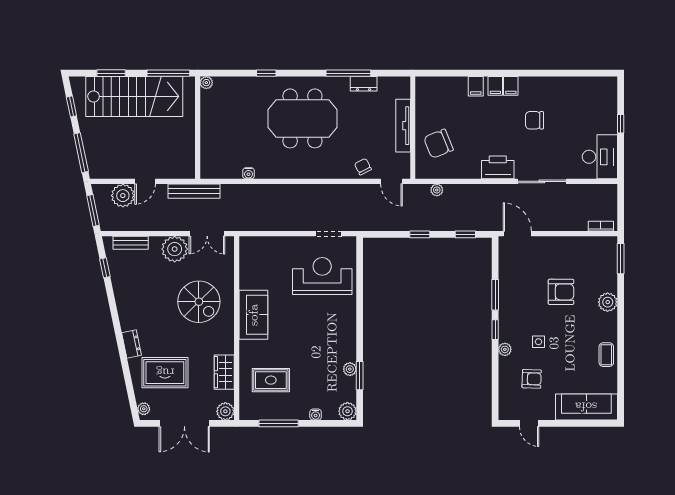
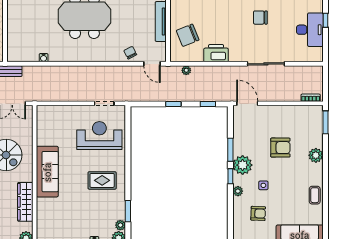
desk: (600, 157) -> (310, 30), moved
printer: (498, 167) -> (216, 53), moved
sofa: (253, 315) -> (47, 172), width x1.36
plant: (511, 315) -> (243, 165), added
plant: (350, 369) -> (120, 225), moved
wardrobe: (224, 372) -> (25, 202), width x1.50
rug: (271, 380) -> (102, 180), moved

